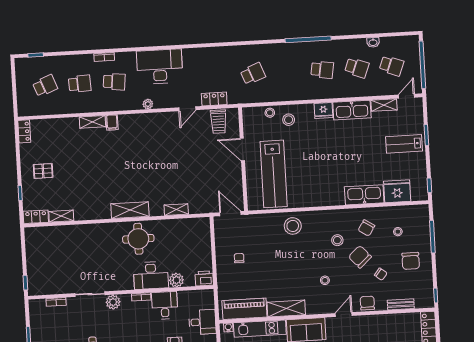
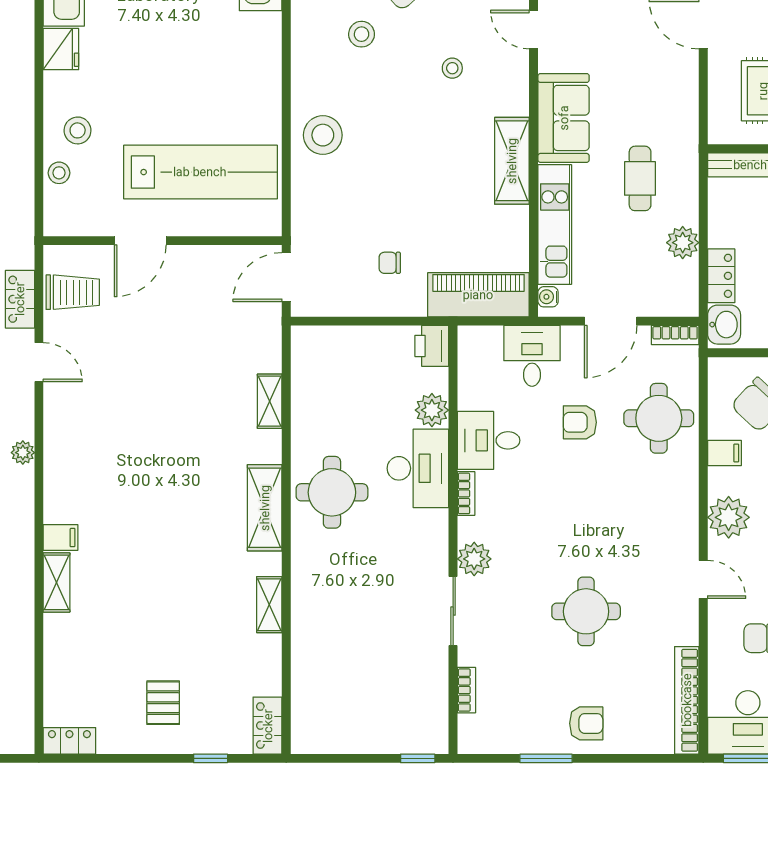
shelving: (61, 216) -> (269, 605), moved
piano: (244, 309) -> (478, 295), moved, turned 90

